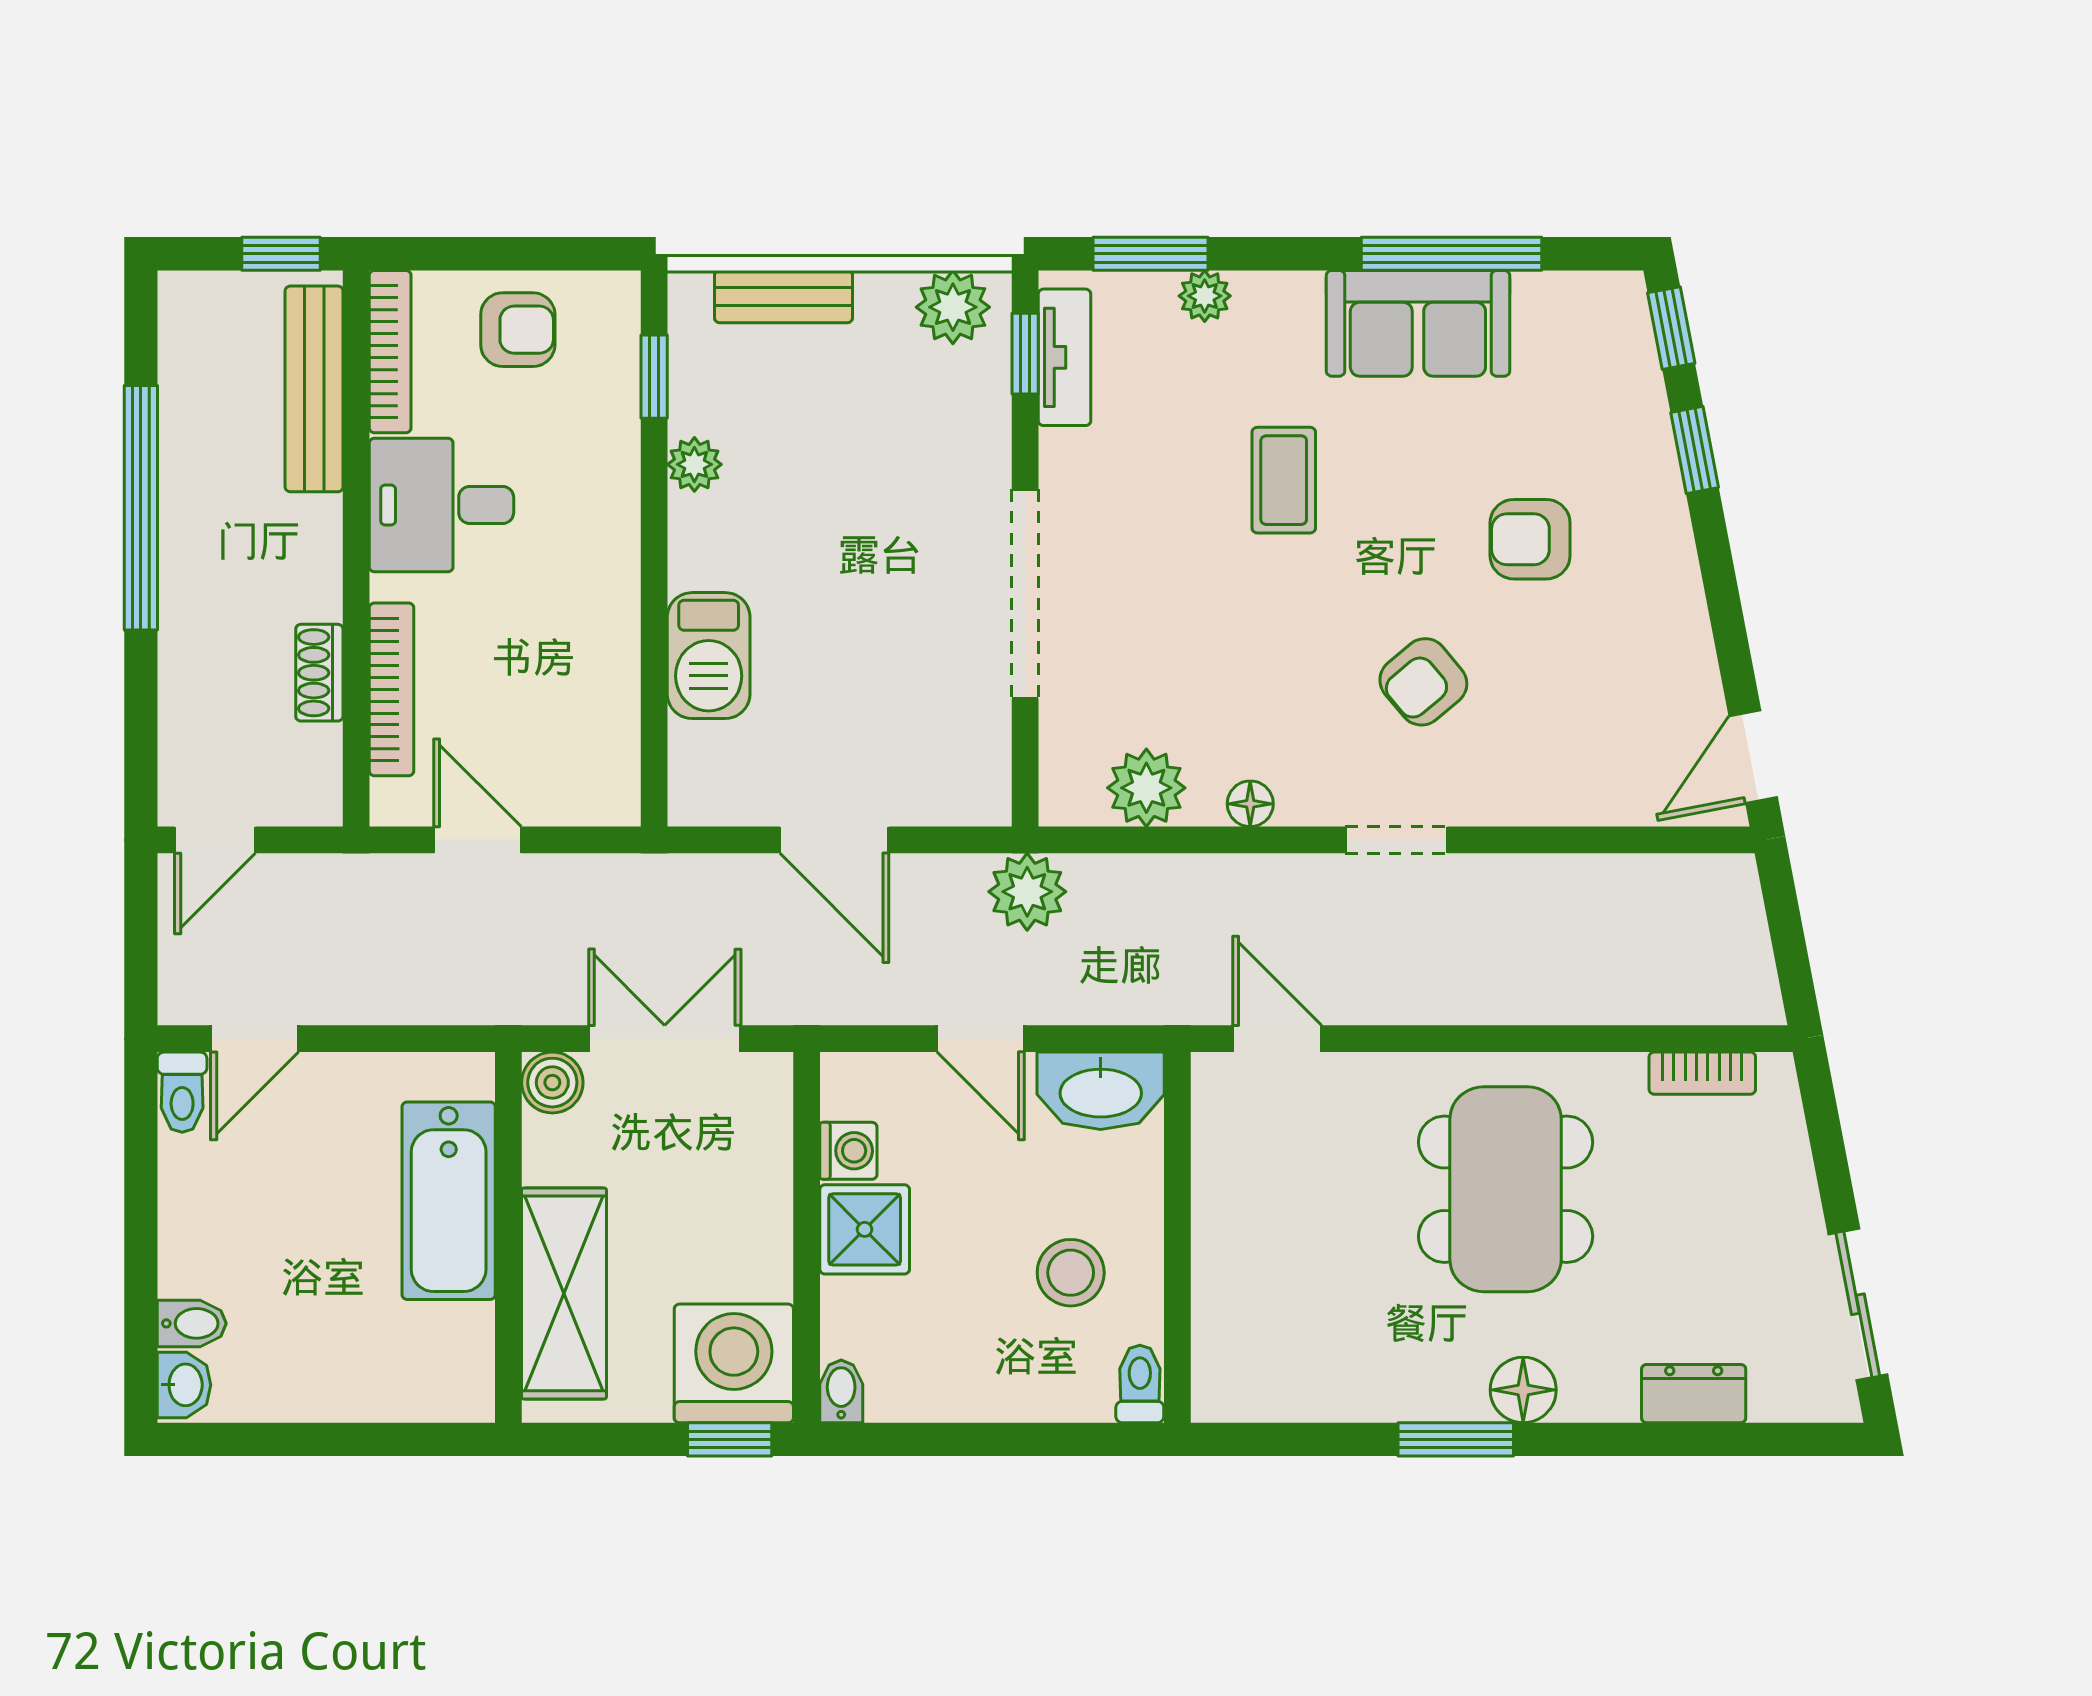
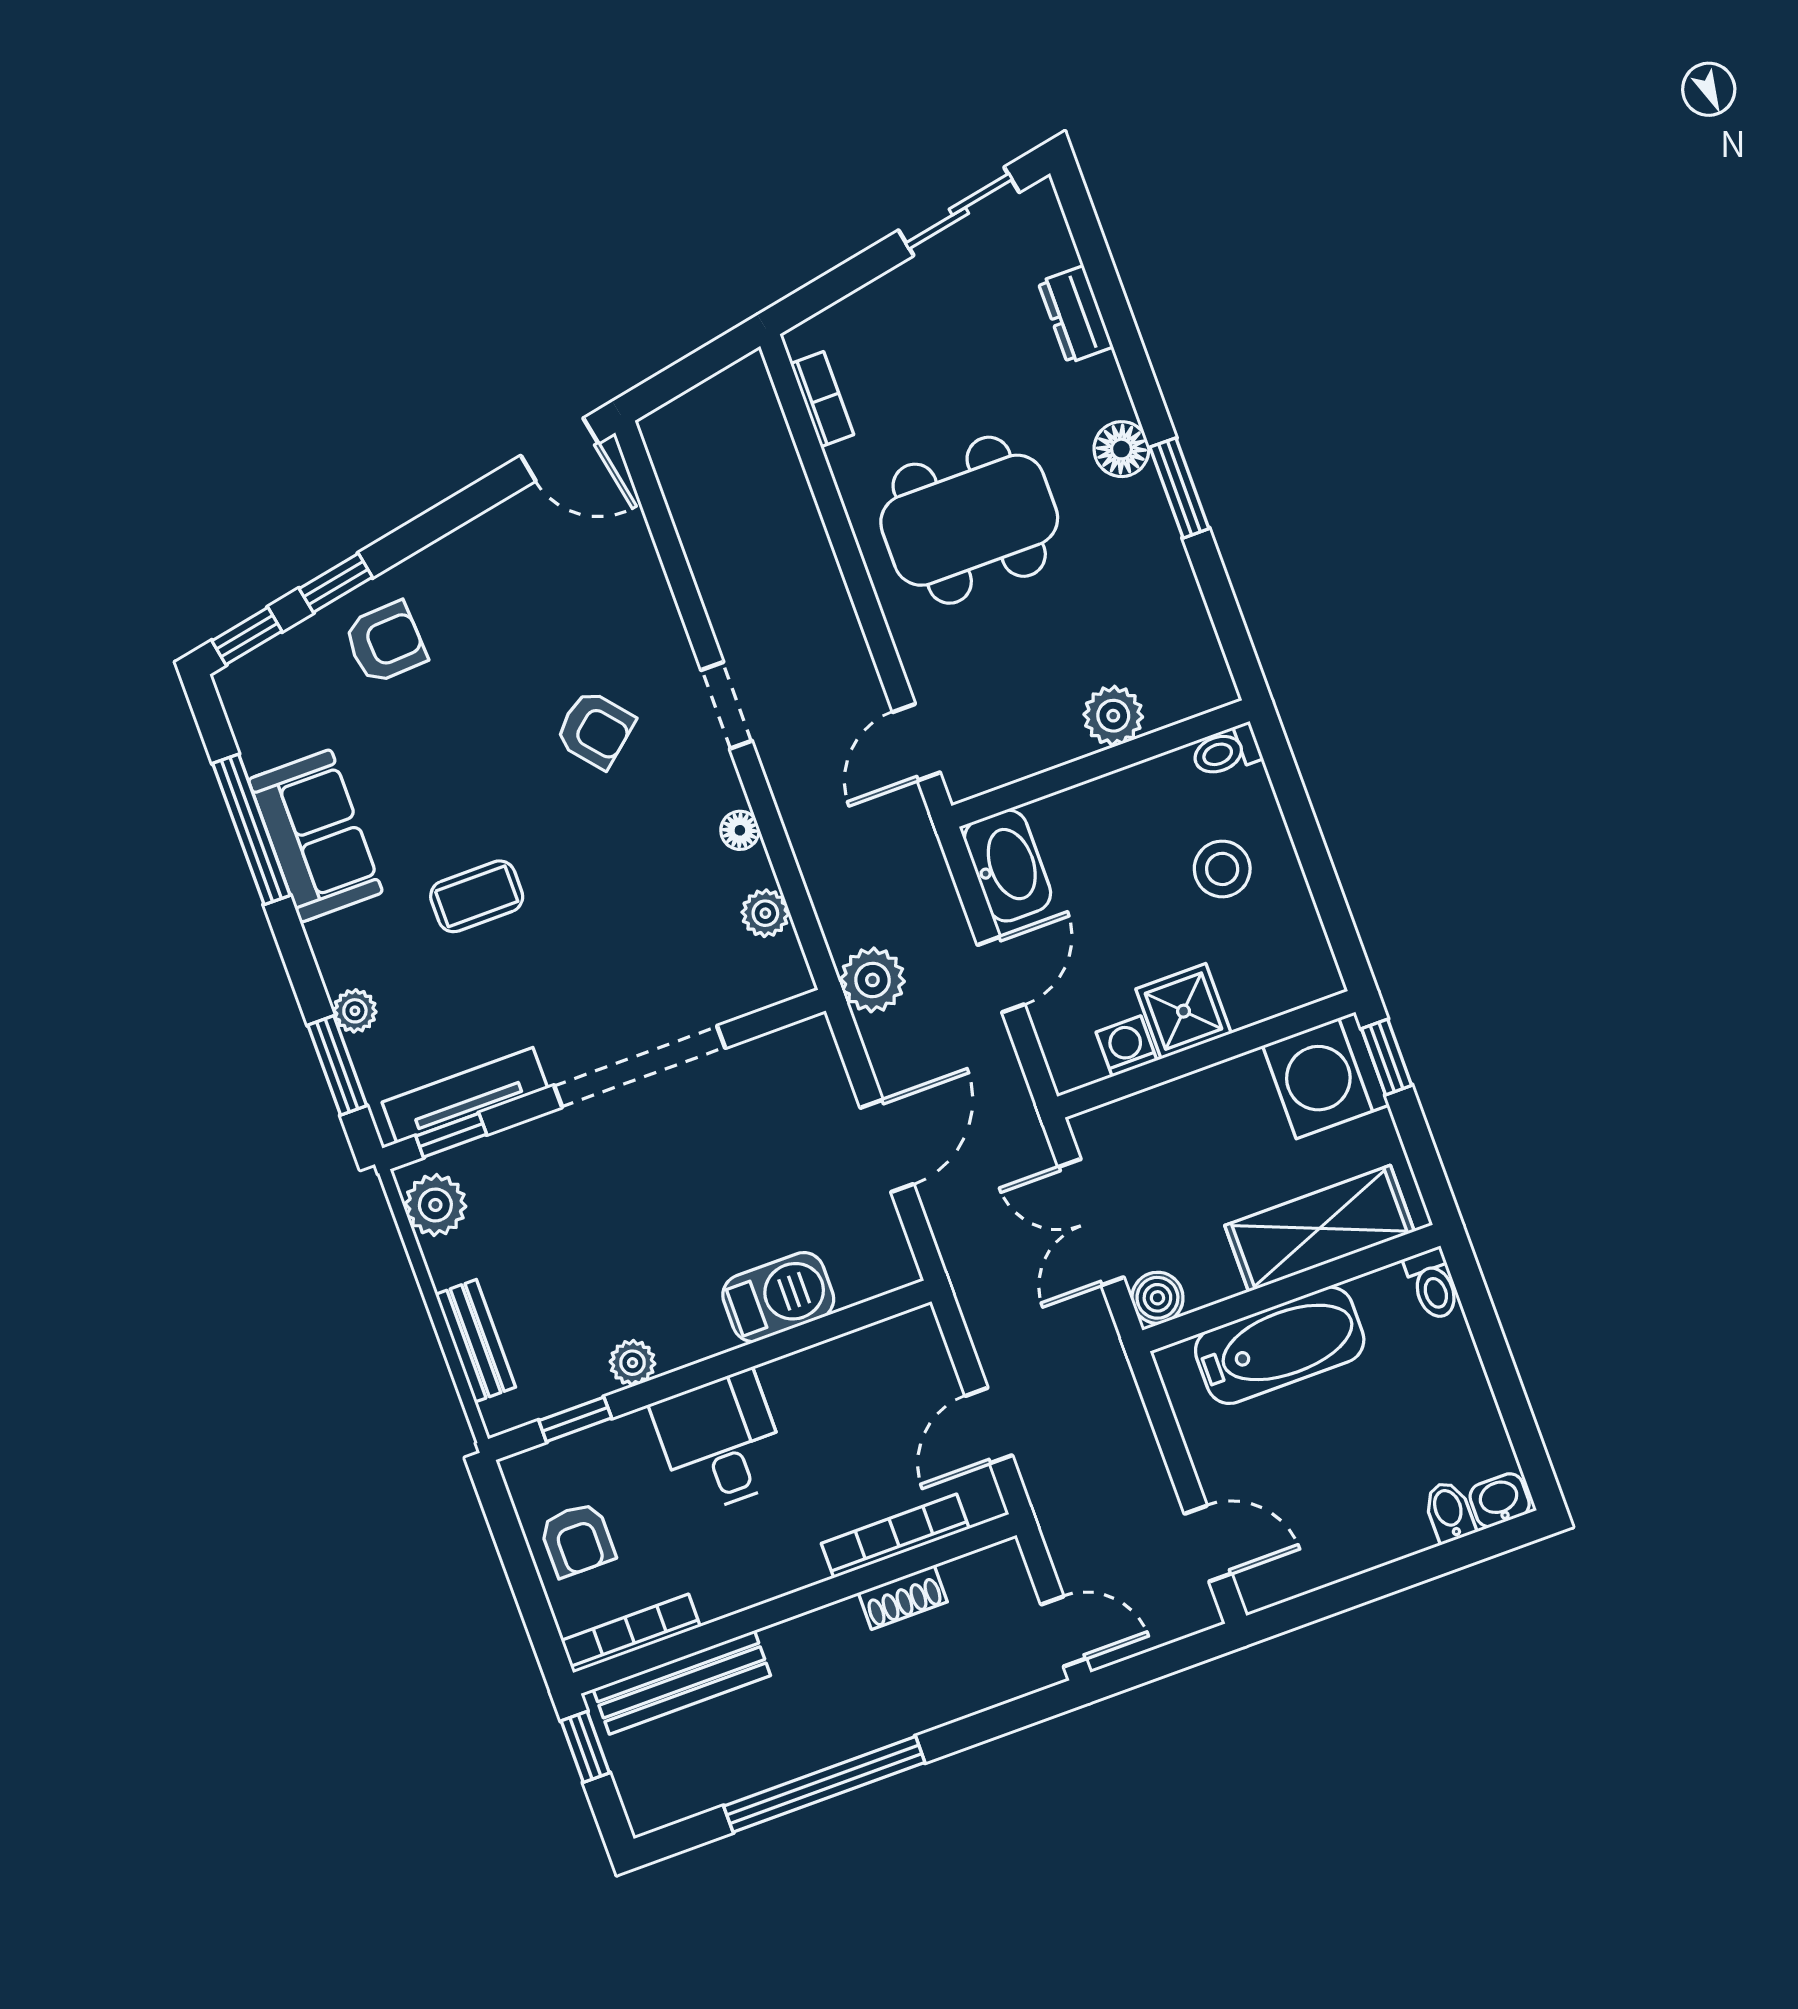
armchair: (518, 330) -> (577, 1540), turned 180
tv unit: (1064, 357) -> (465, 1095), width x1.41
desk: (441, 505) -> (721, 1442), moved, turned 180
armchair: (1530, 539) -> (385, 643), moved, turned -93
plant: (1146, 788) -> (765, 913), width x0.73, depth x0.73
toilet: (182, 1092) -> (1433, 1284), moved, turned 90
plant: (1226, 1271) -> (1113, 716), added
stool: (1071, 1273) -> (1222, 869), moved
bidet: (841, 1391) -> (1317, 983), removed

